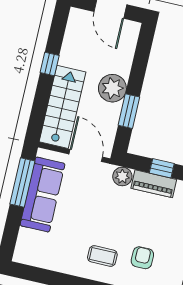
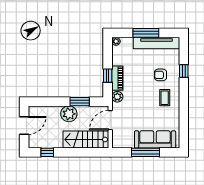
window: (50, 64) -> (47, 152), moved
window: (22, 183) -> (146, 152), moved
sofa: (42, 195) -> (155, 139), moved

